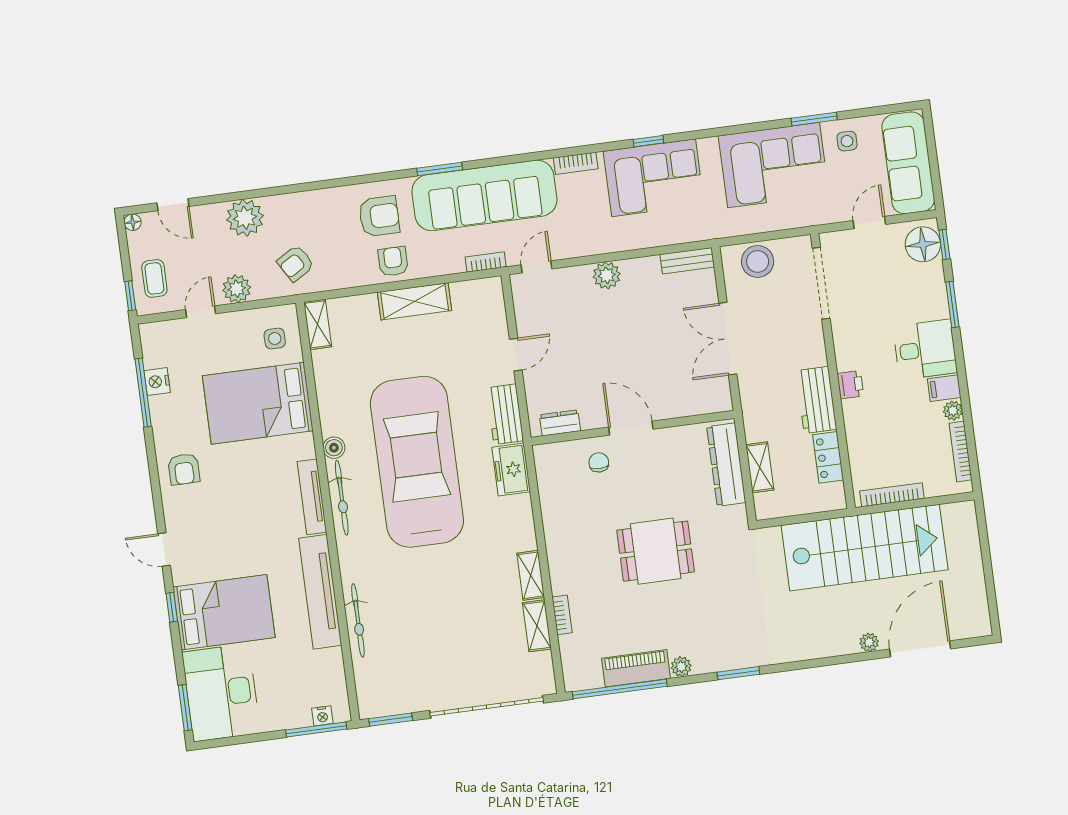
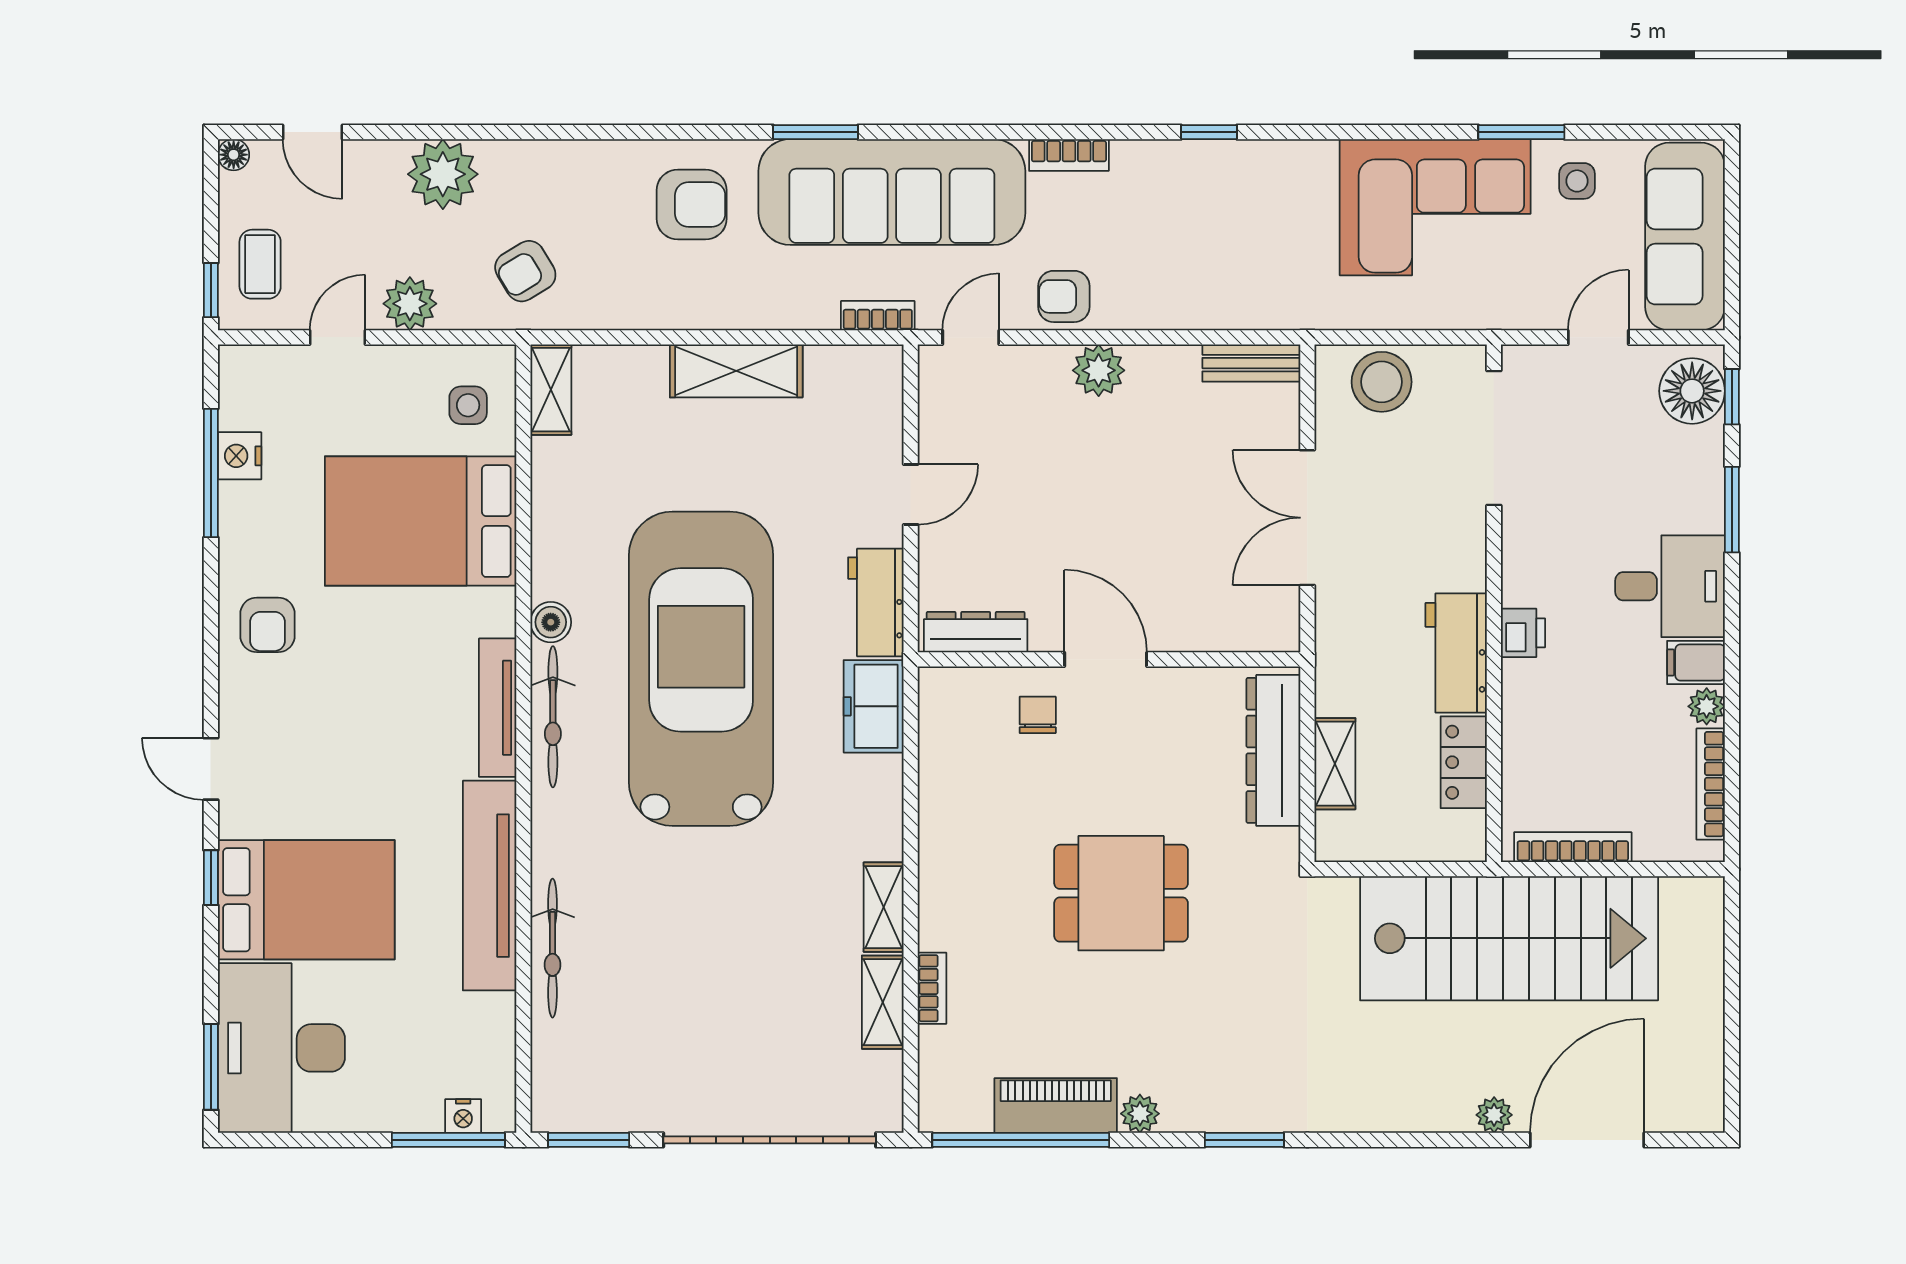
corner sofa: (654, 178) -> (1210, 201), removed
armchair: (393, 261) -> (1064, 296), moved, turned -90
dresser: (560, 423) -> (976, 632), width x1.44

